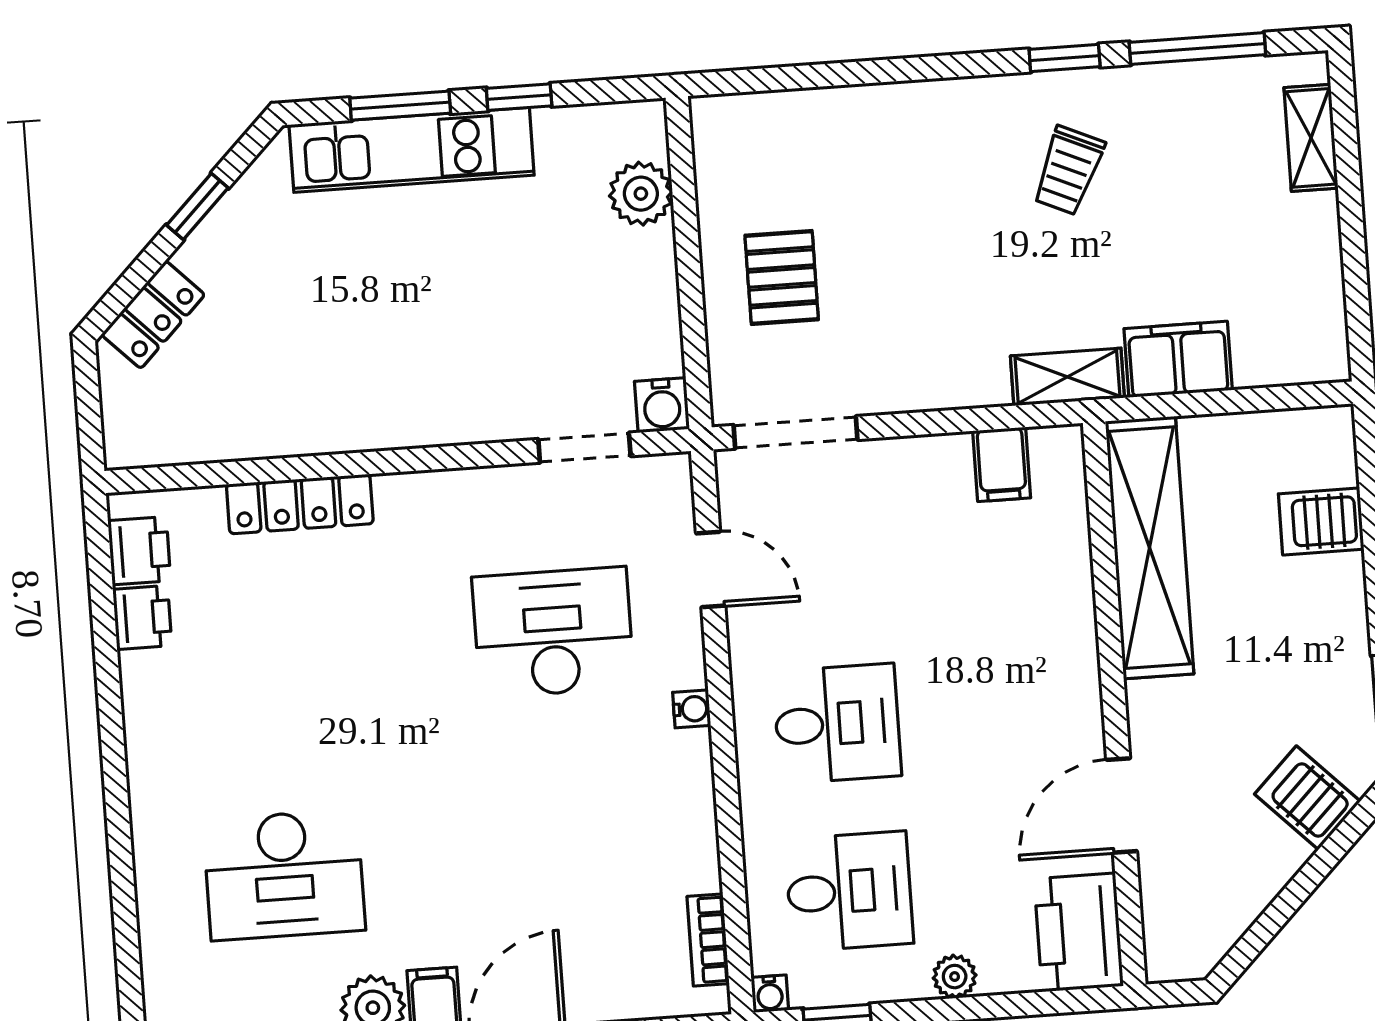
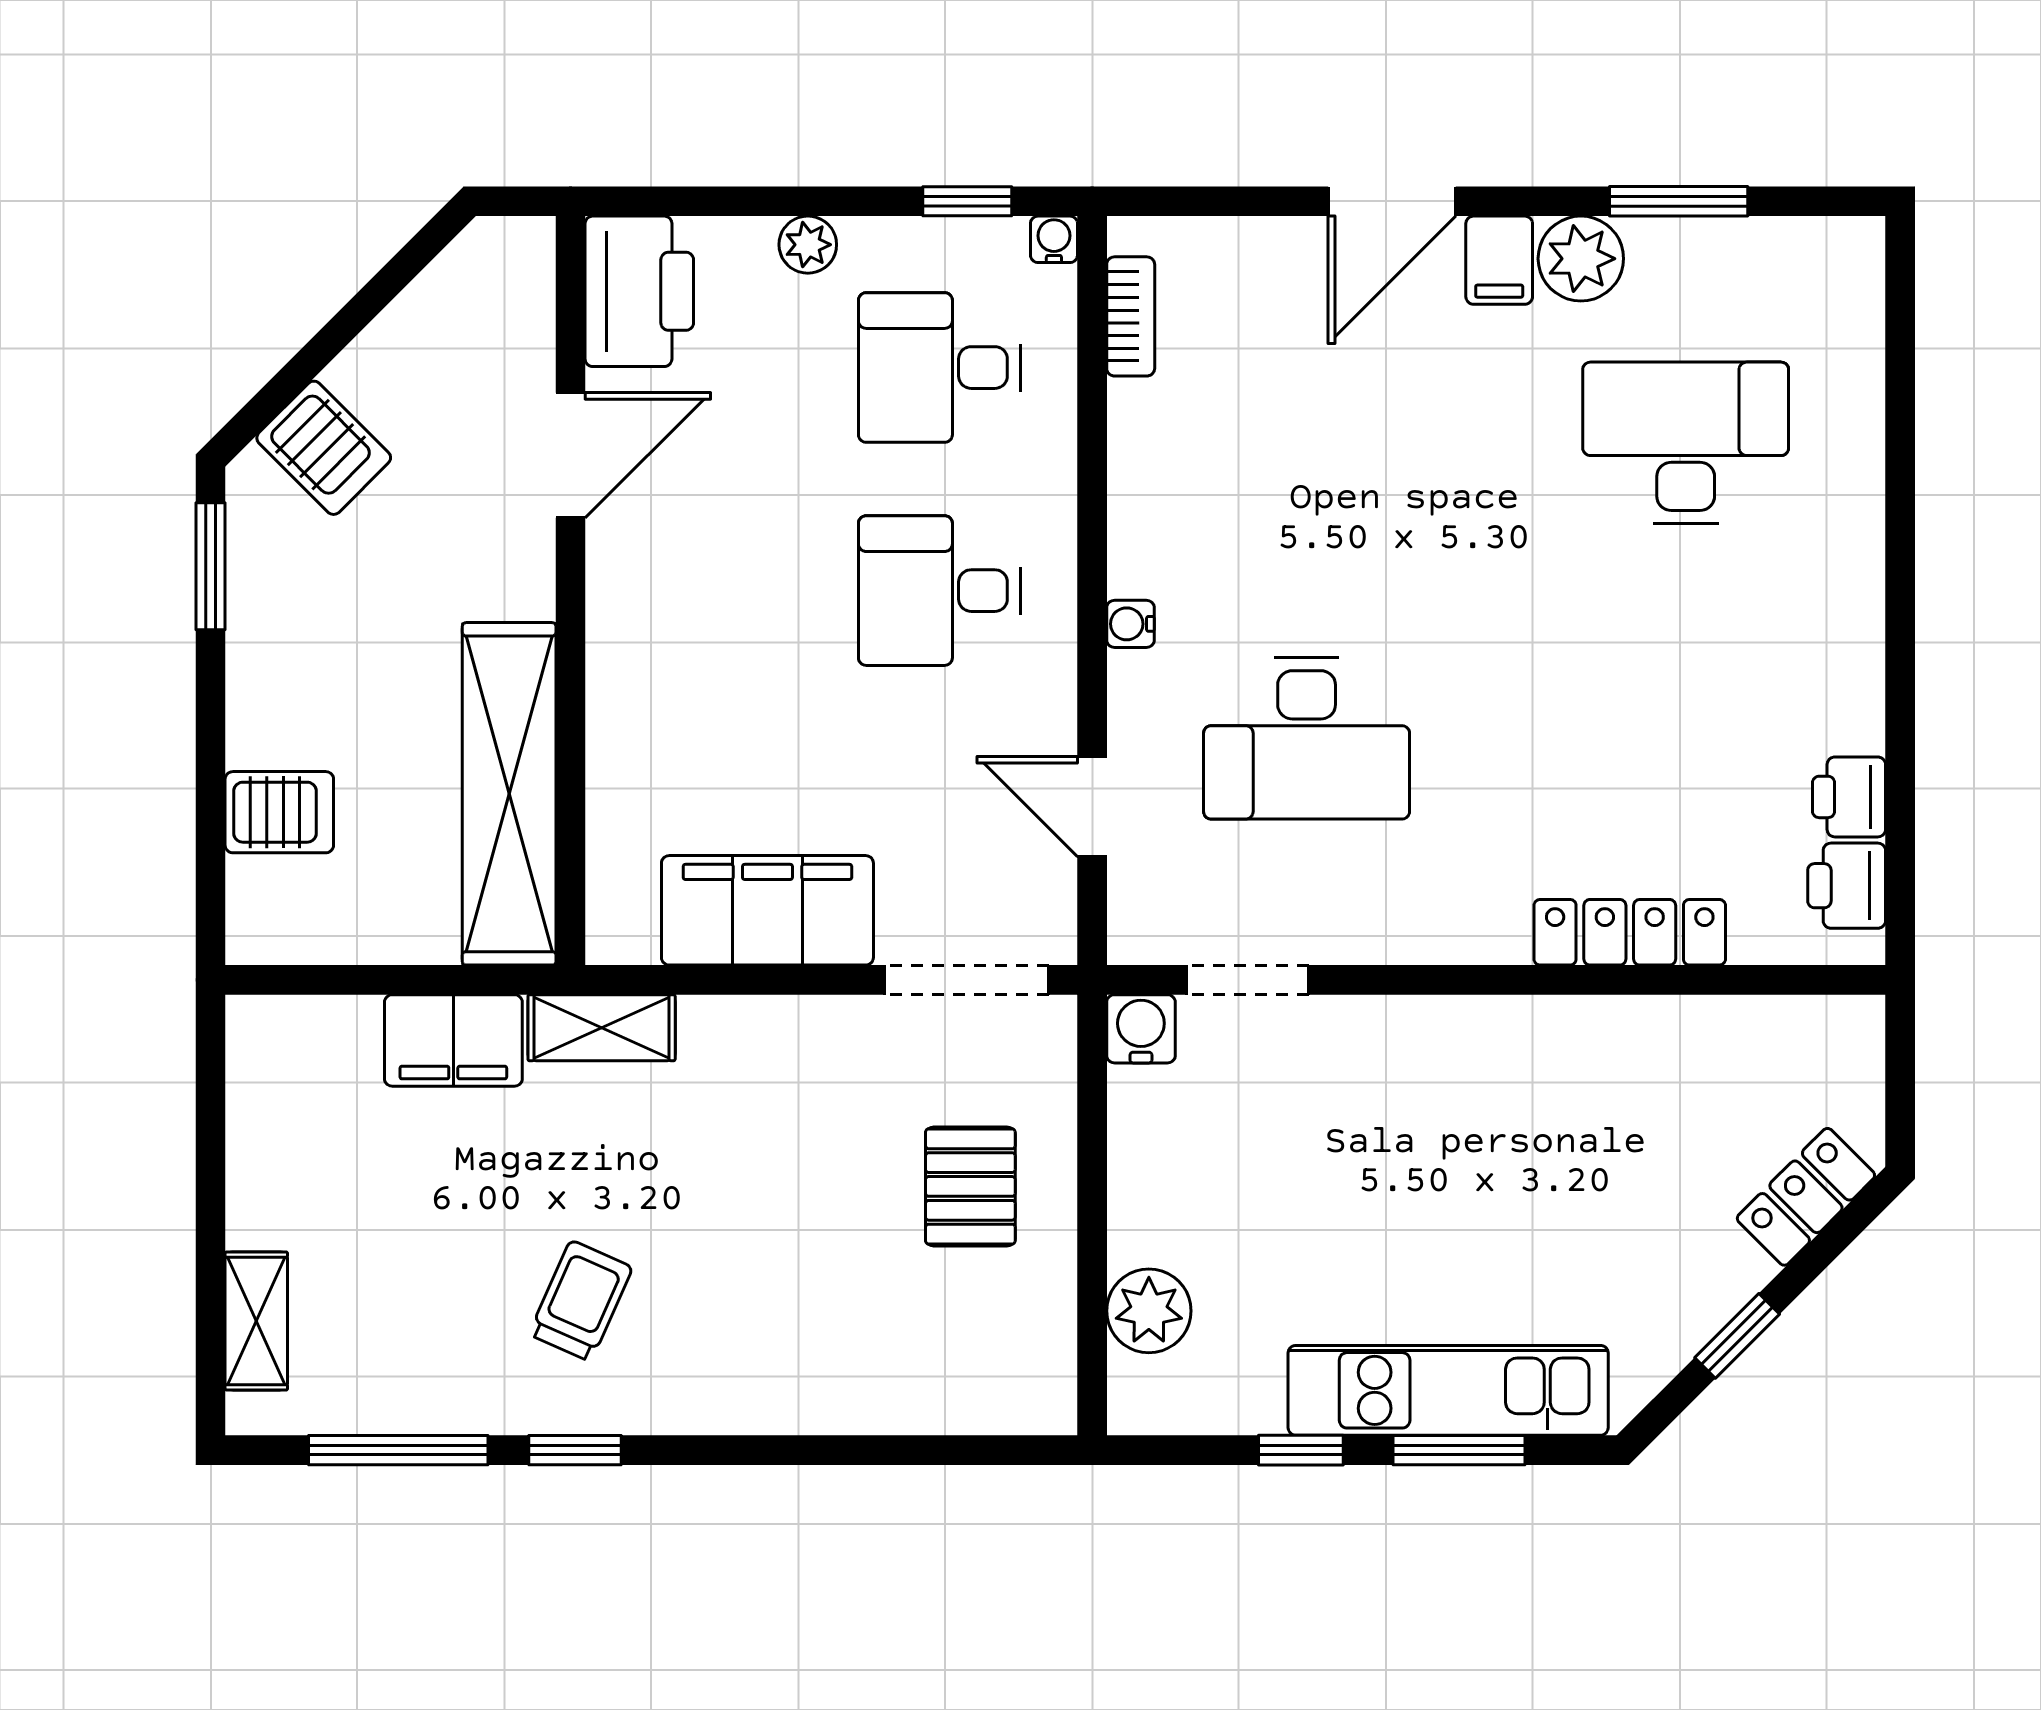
filing cabinet: (1002, 464) -> (767, 910), width x3.00, depth x1.17

